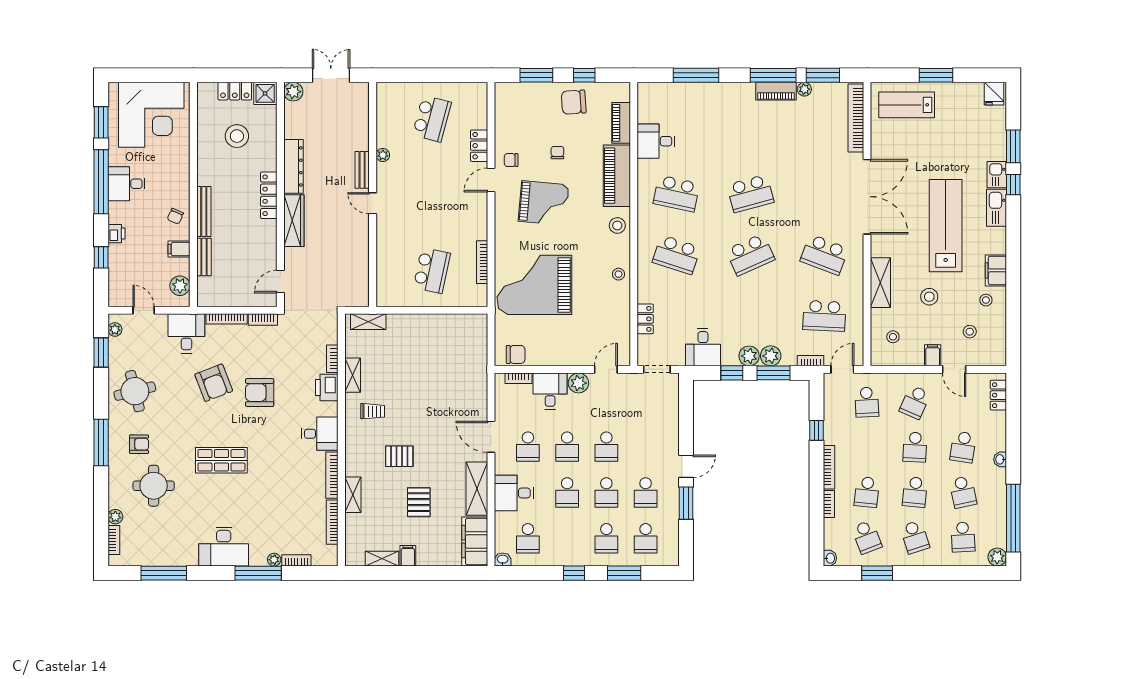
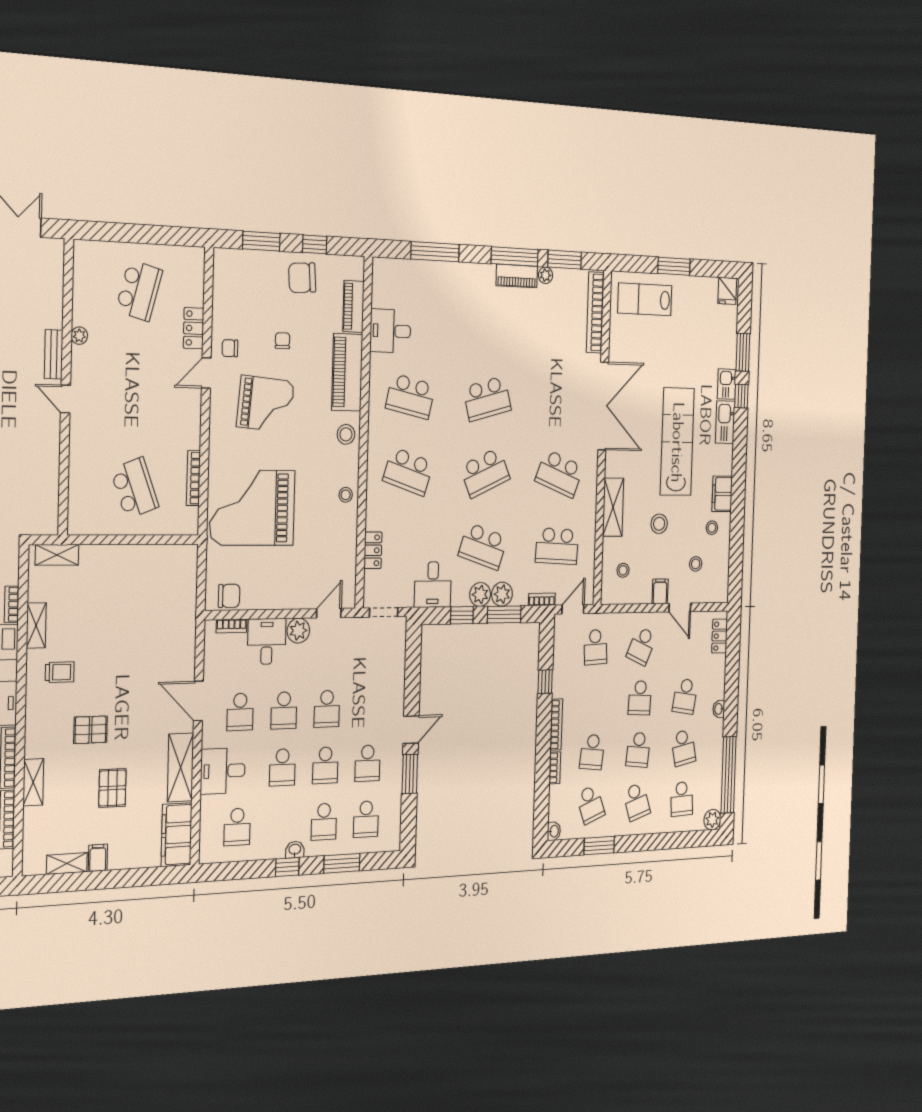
school desk: (432, 270) -> (135, 488), turned -33
school desk: (750, 316) -> (483, 546), added
washbasin: (503, 560) -> (295, 850), moved

